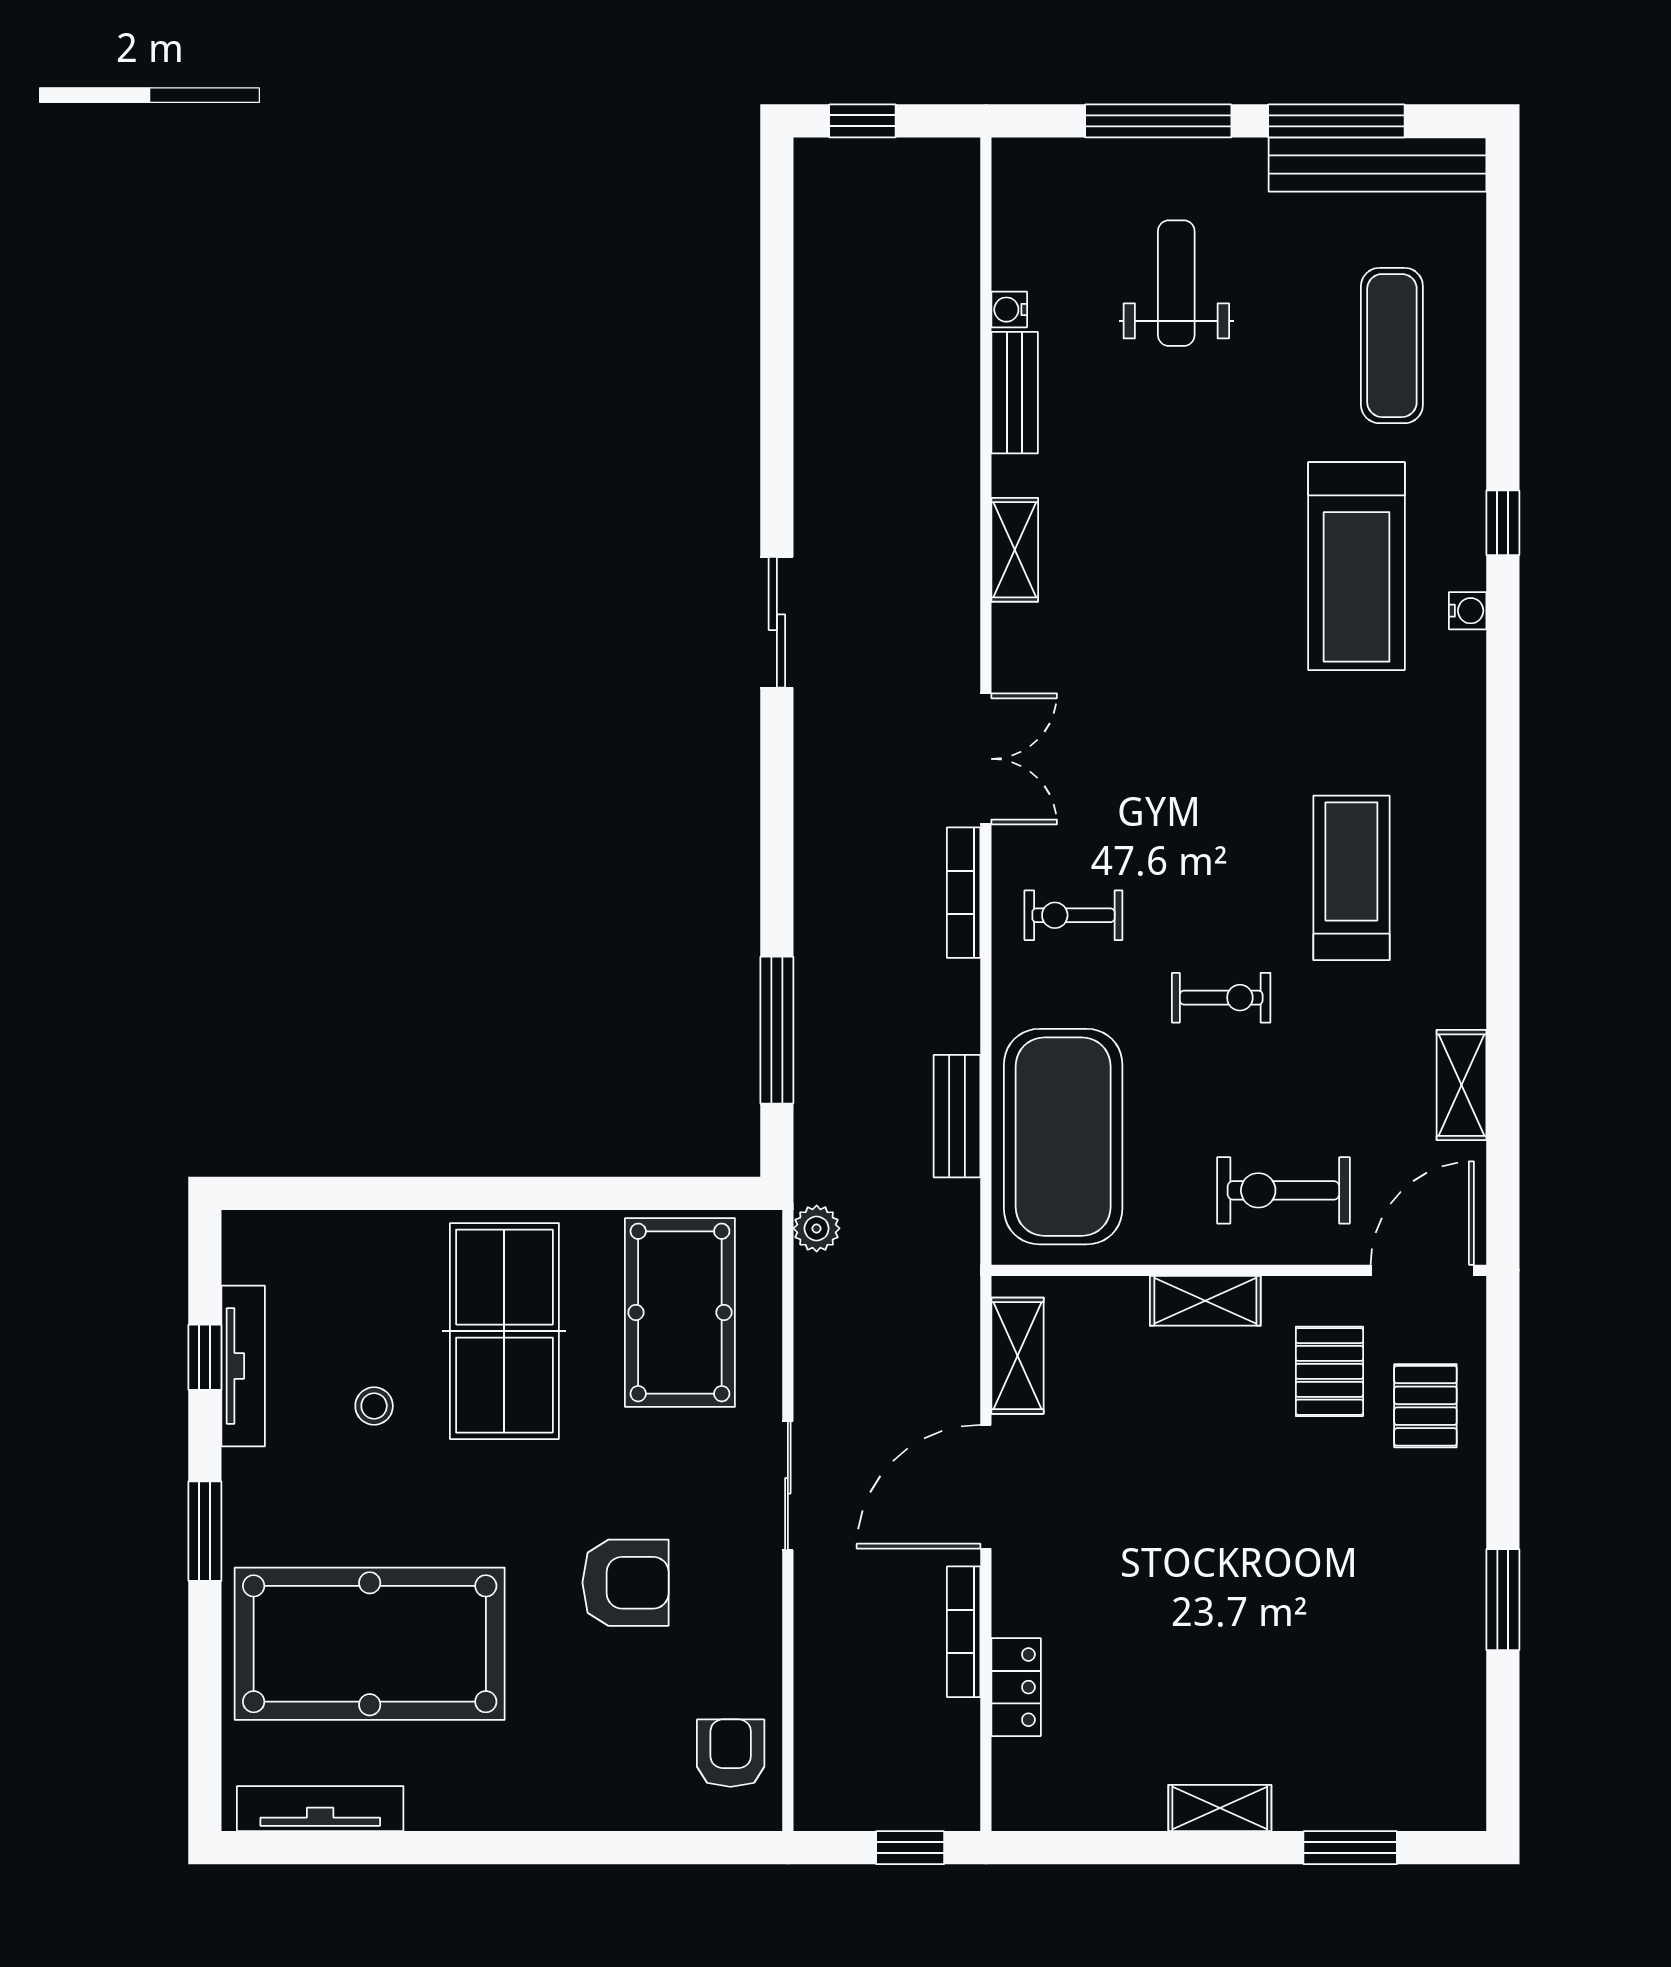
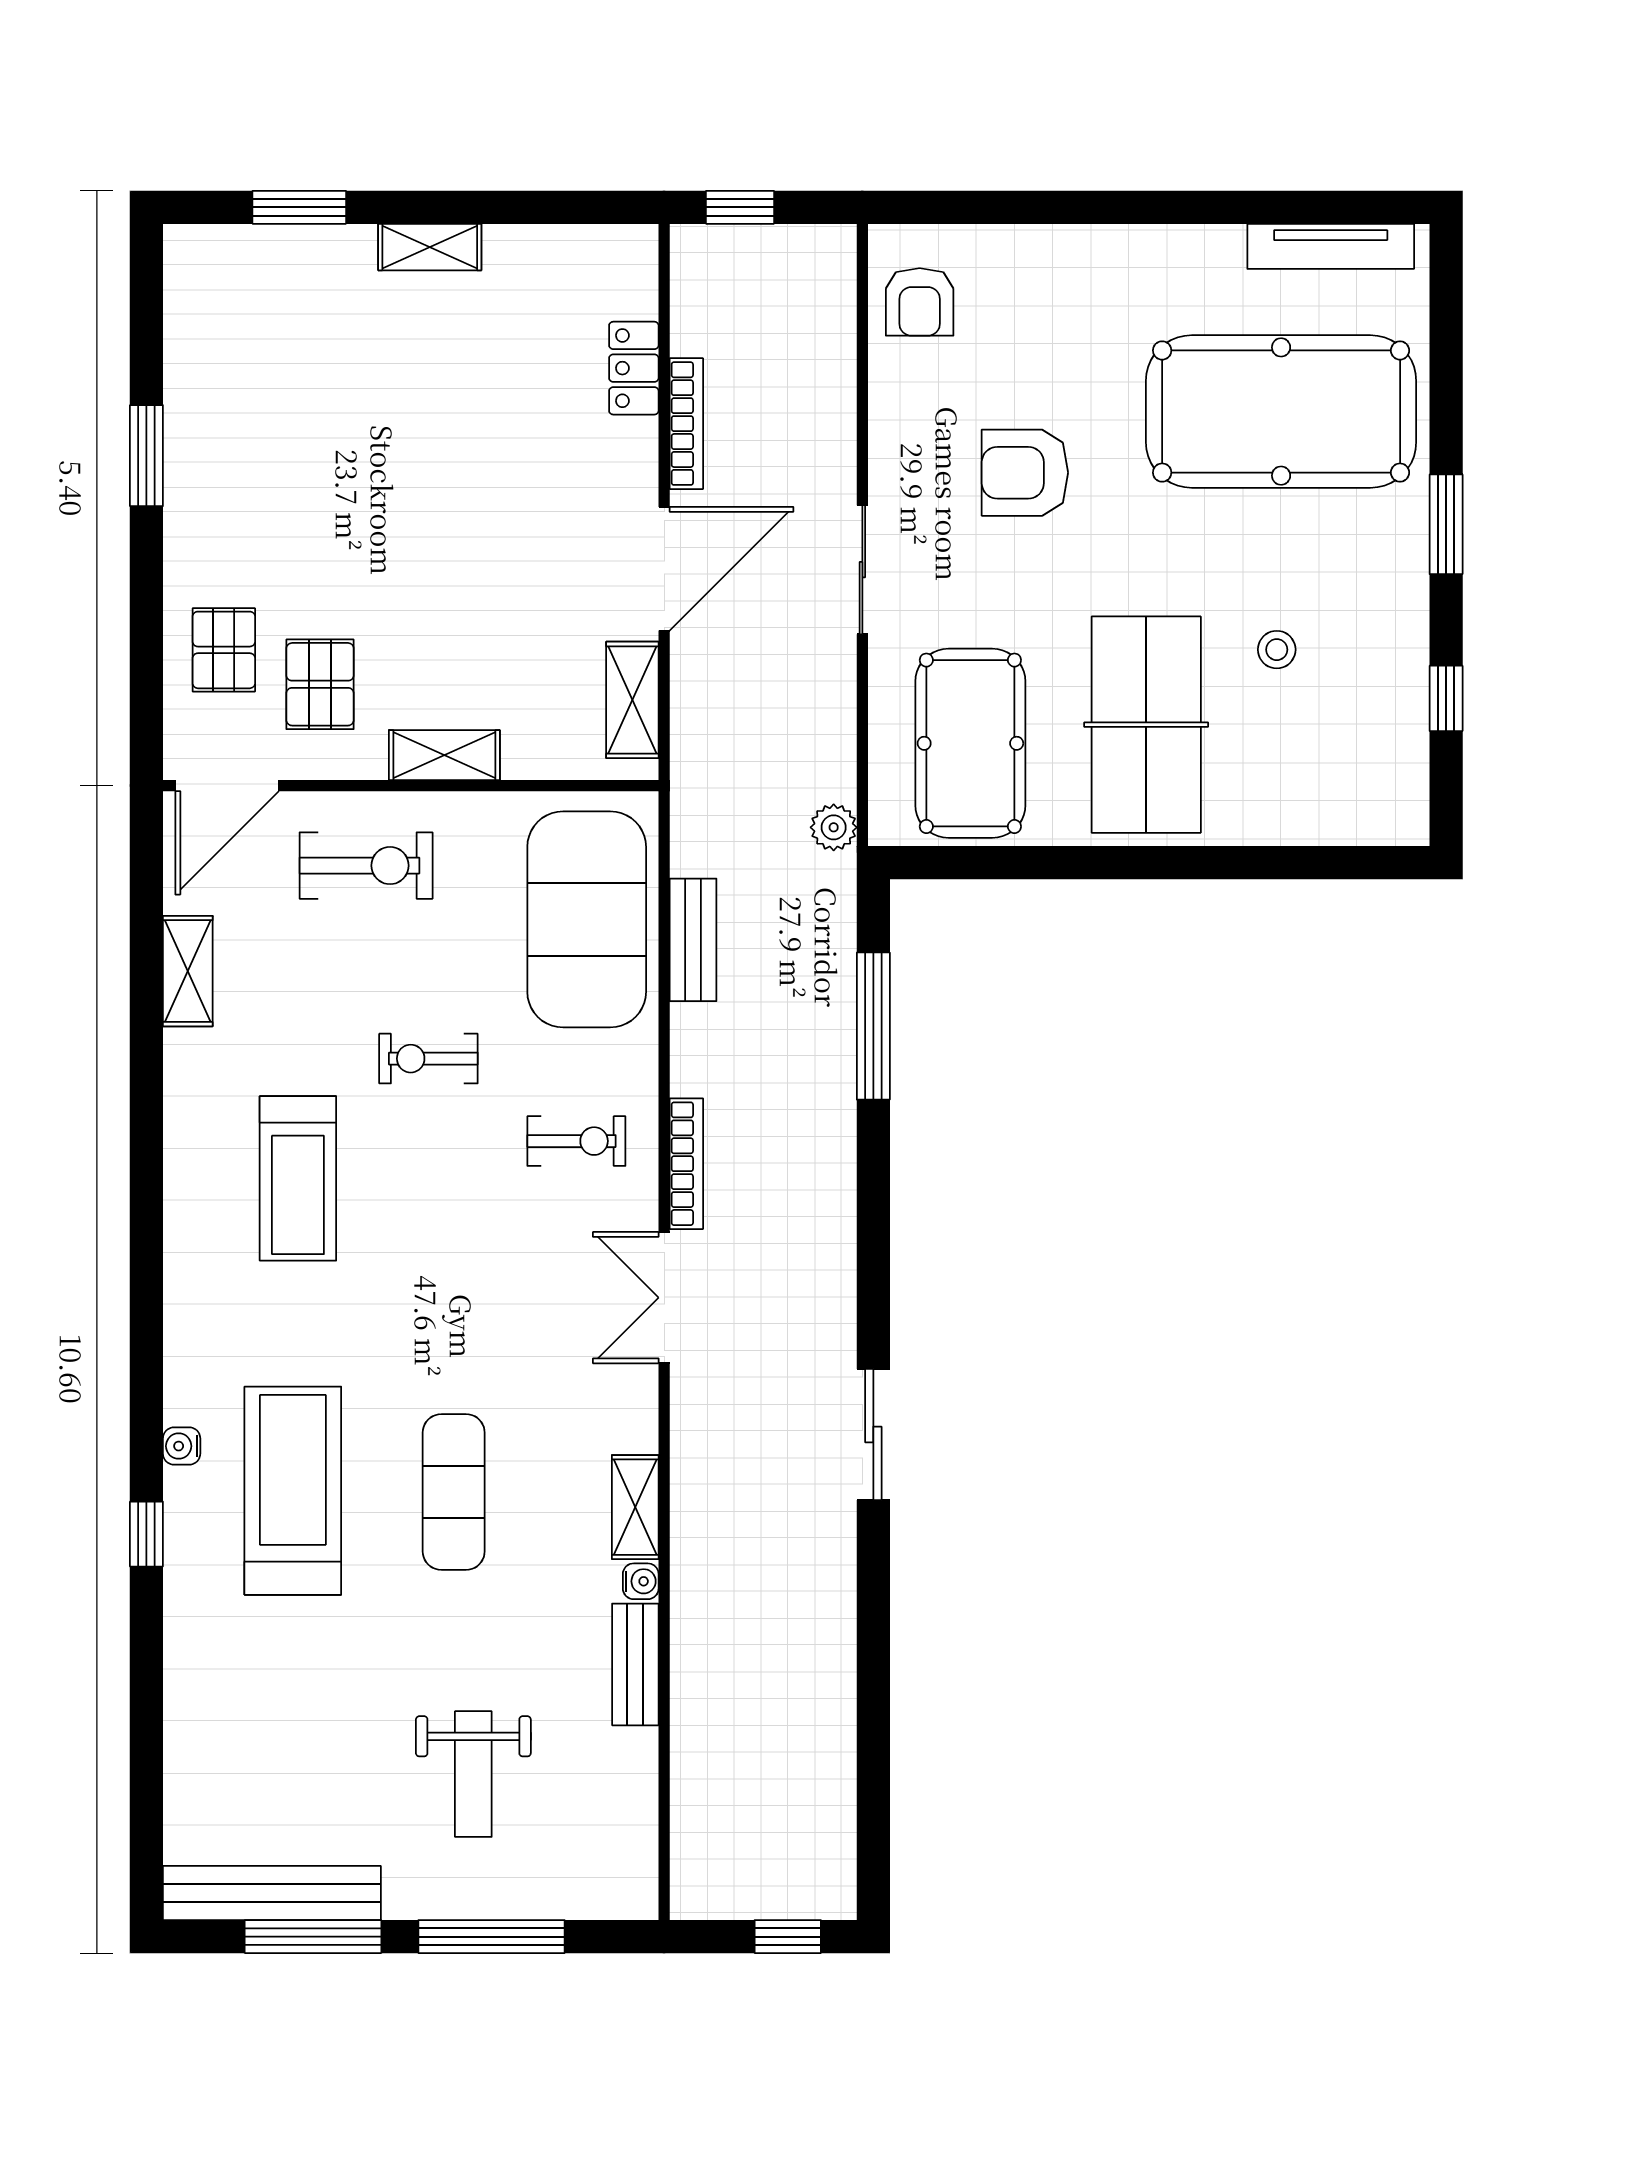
water cooler: (1009, 310) -> (641, 1581), moved
exercise mat: (1392, 346) -> (454, 1492), moved
tv unit: (243, 1366) -> (1408, 690), removed

